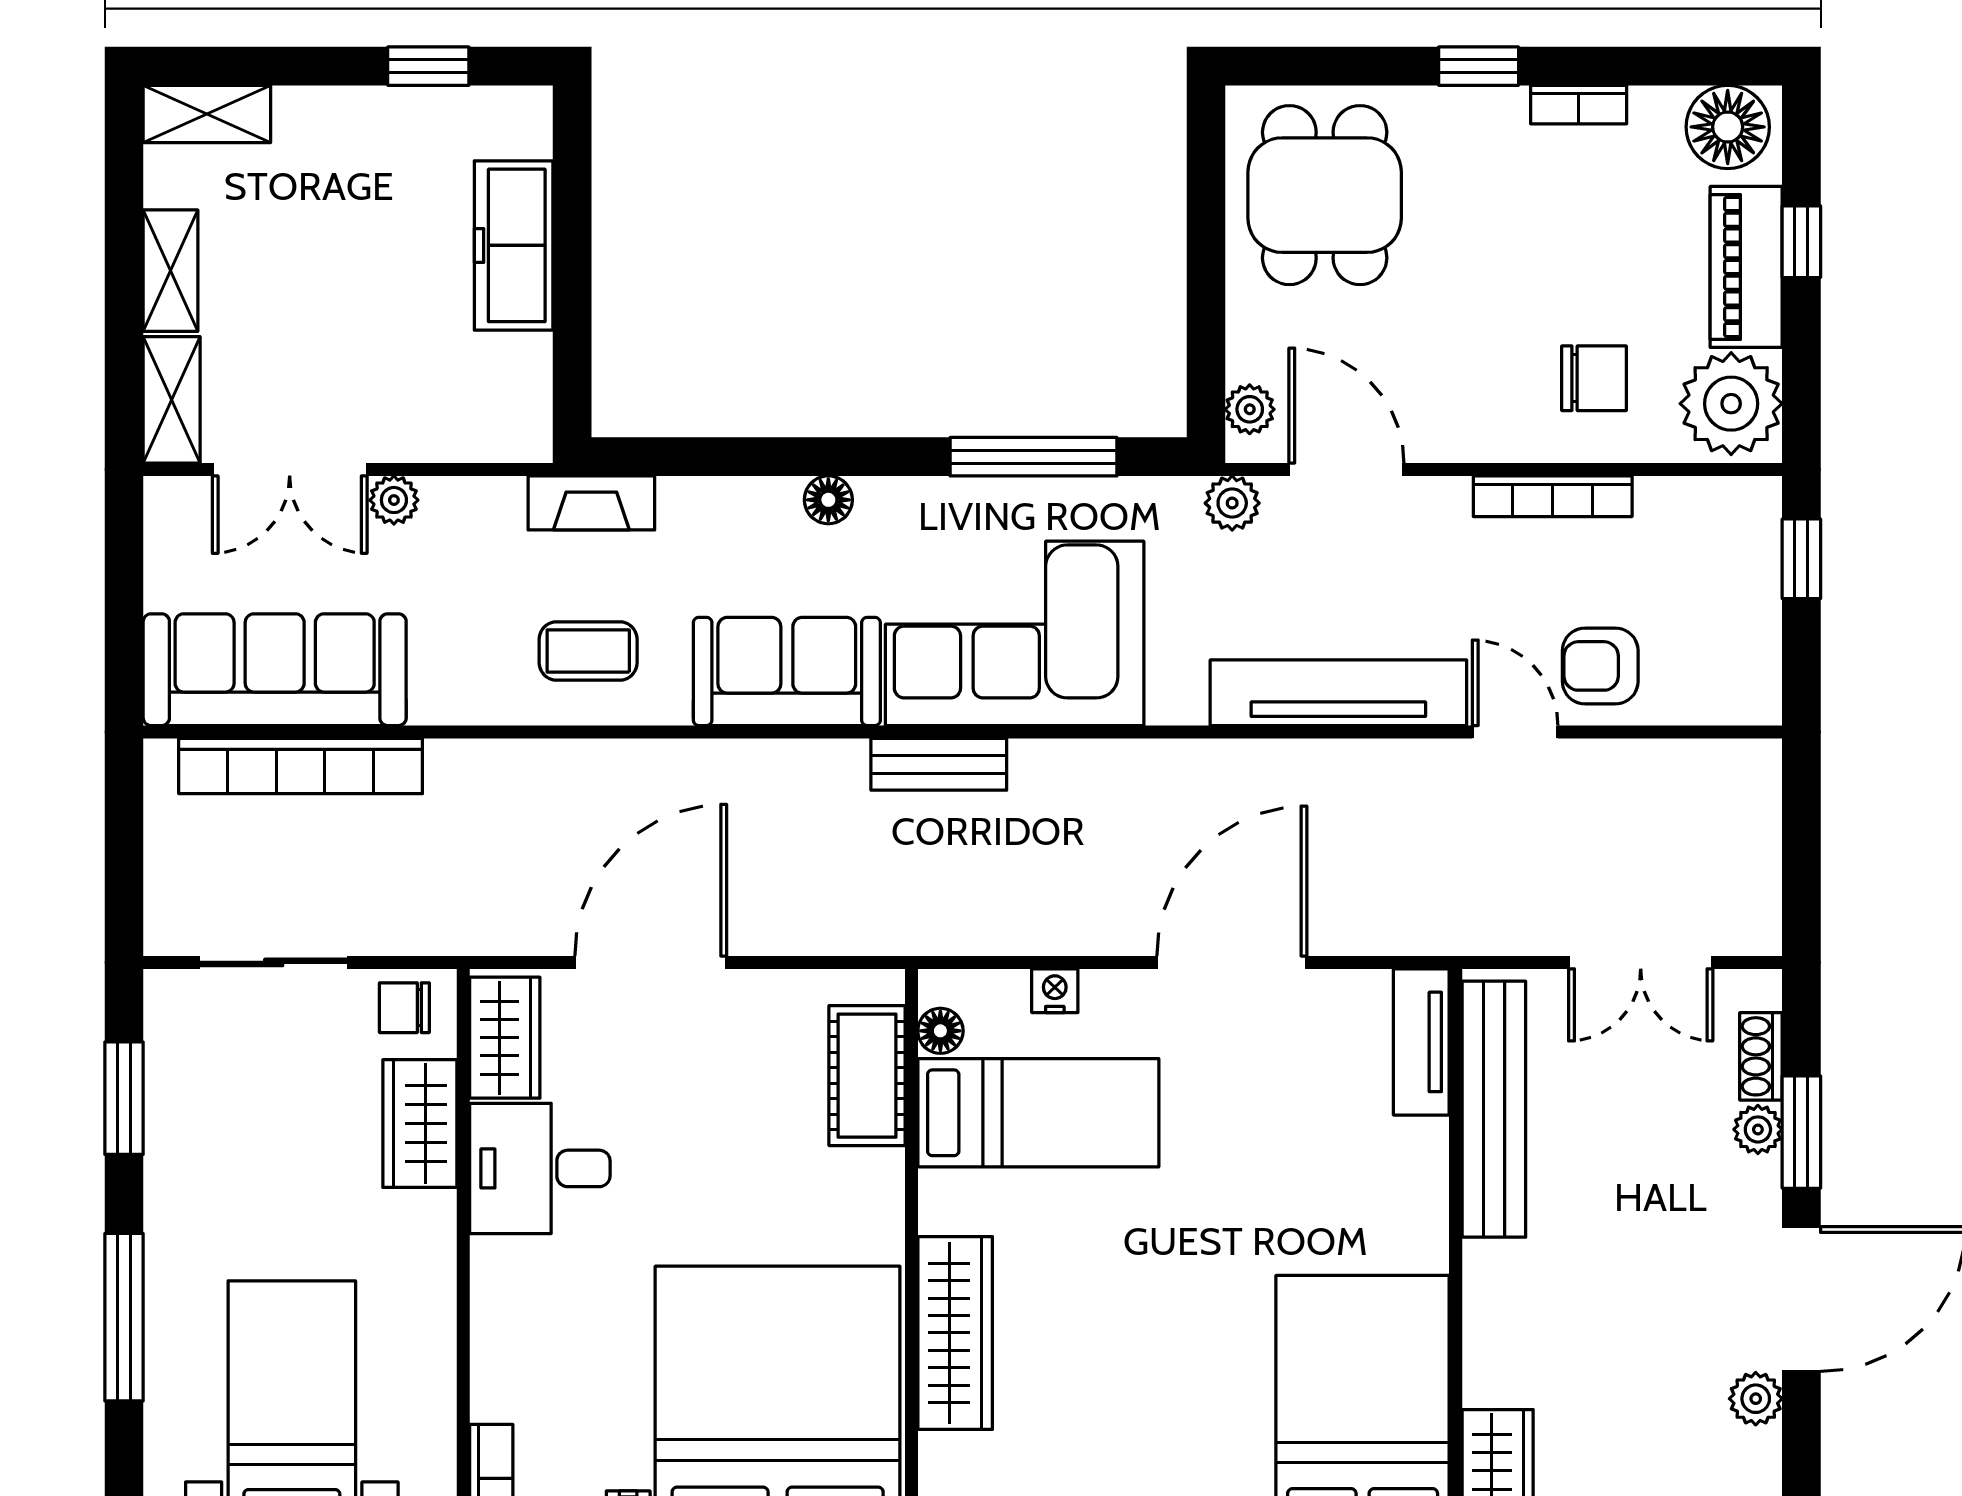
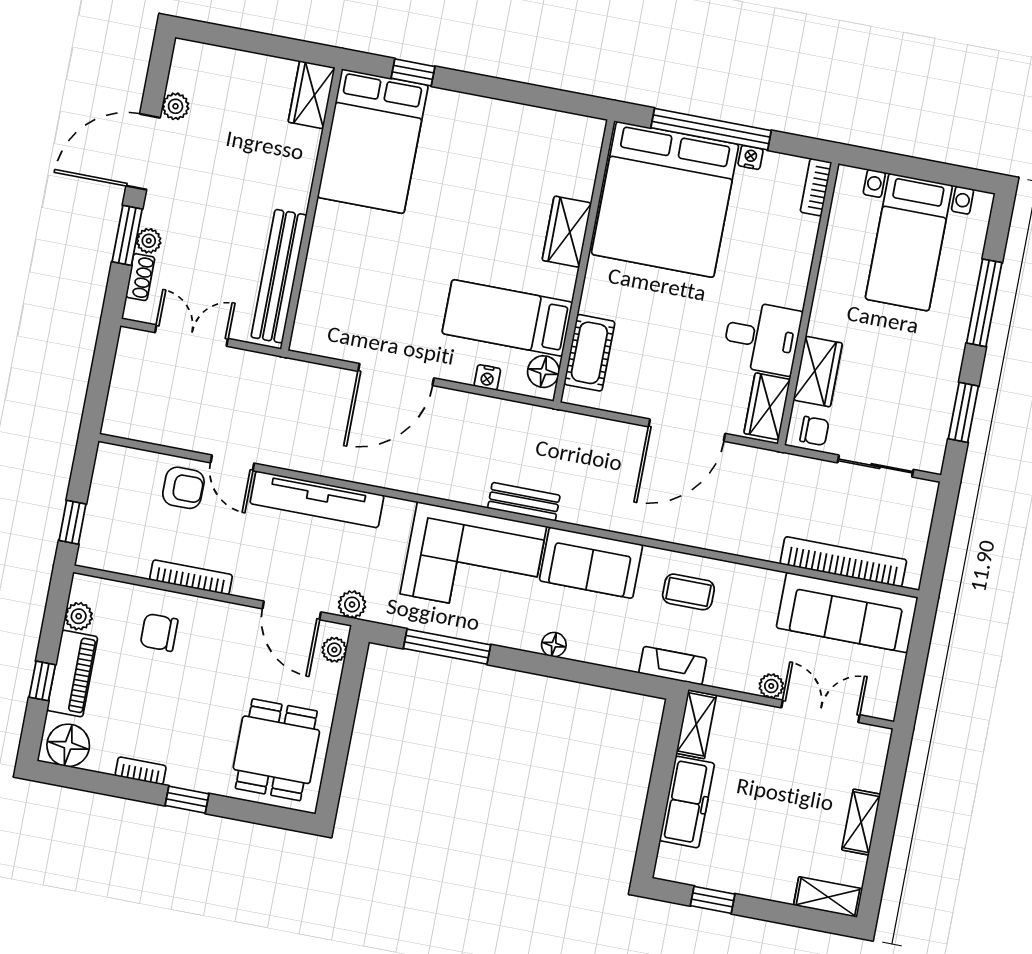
shelving: (172, 400) -> (696, 724), moved
plant: (1731, 404) -> (79, 616), width x0.53, depth x0.53
floor lamp: (940, 1031) -> (543, 372), width x1.37, depth x1.37
tv unit: (1421, 1042) -> (309, 317), removed
wardrobe: (955, 1333) -> (567, 232), width x0.67

